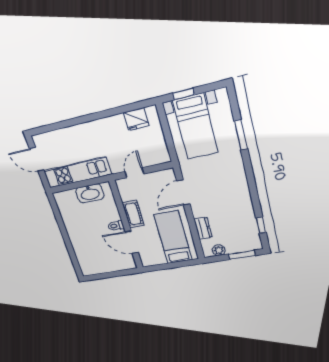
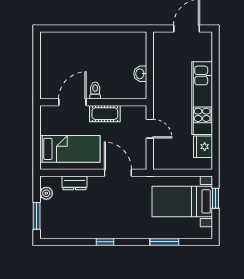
kitchen unit: (77, 172) -> (202, 98), moved, turned 180
washbasin: (90, 193) -> (140, 74), width x0.52, depth x0.69
window: (261, 225) -> (105, 242), moved

